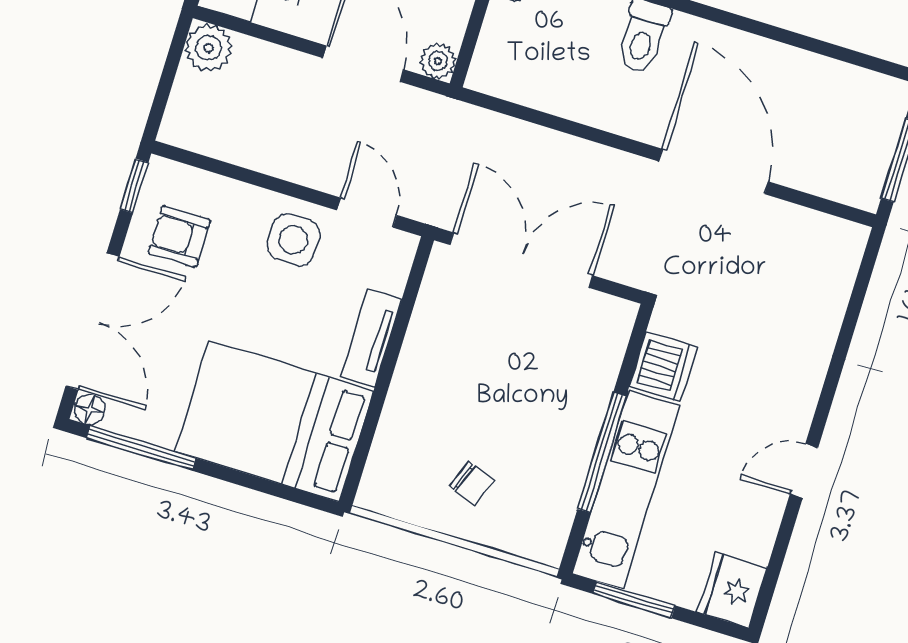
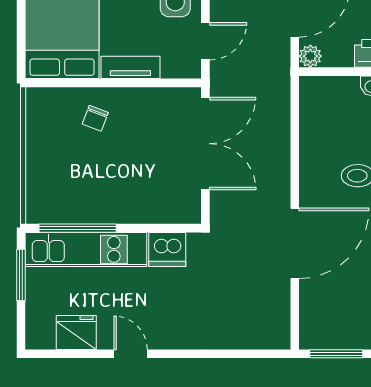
window: (602, 452) -> (78, 228), moved
chair: (472, 483) -> (95, 118), moved
fridge: (732, 590) -> (76, 333), moved

